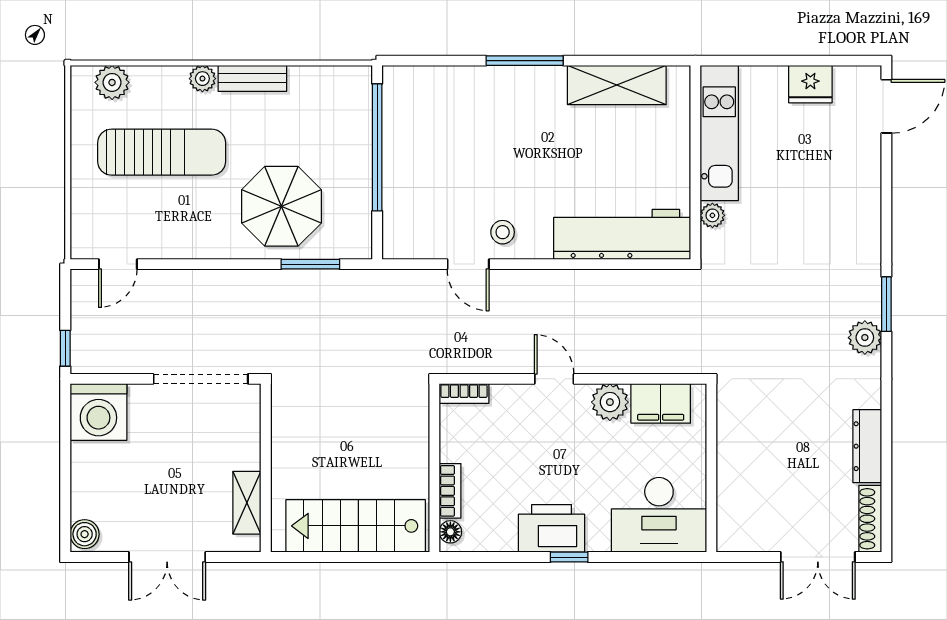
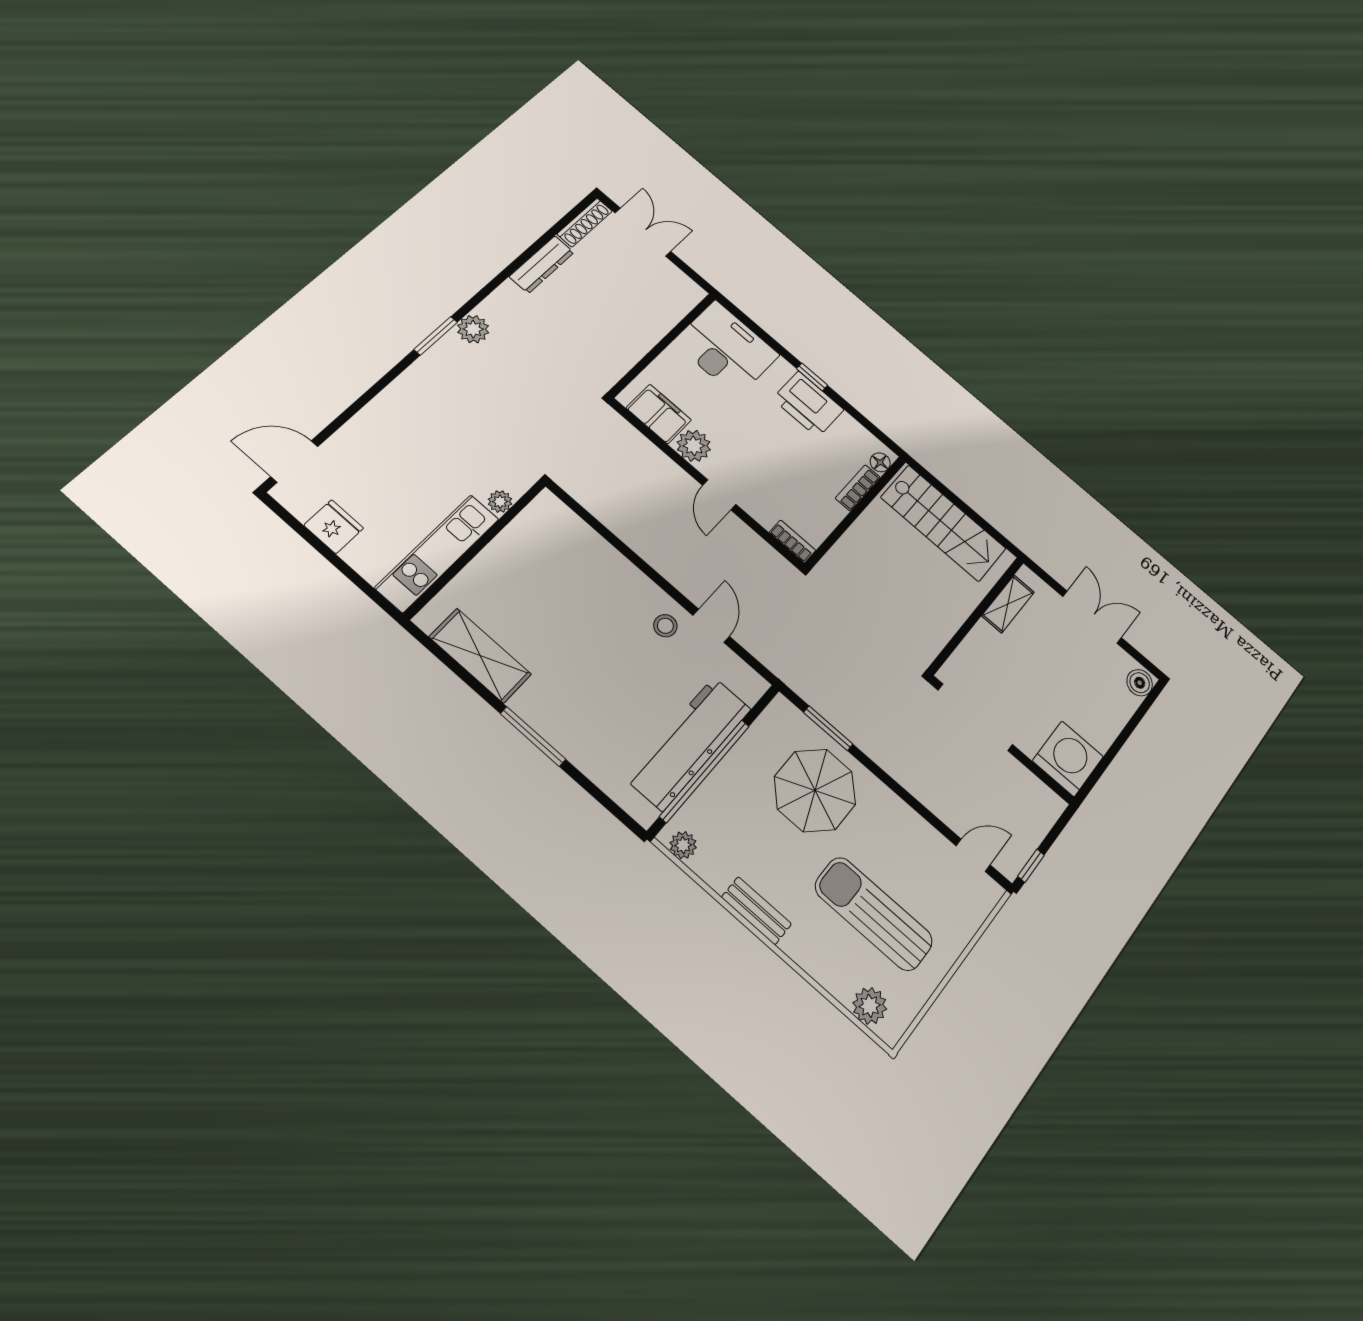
plant: (202, 79) -> (683, 845), moved
workbench: (622, 234) -> (689, 743), moved, turned 90
window: (65, 348) -> (1031, 866), moved

